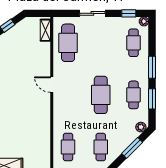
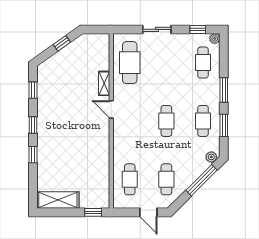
shelving: (45, 30) -> (104, 83), moved
cafe table: (101, 95) -> (166, 121), width x0.73, depth x0.74
window: (132, 148) -> (201, 180), width x1.44

